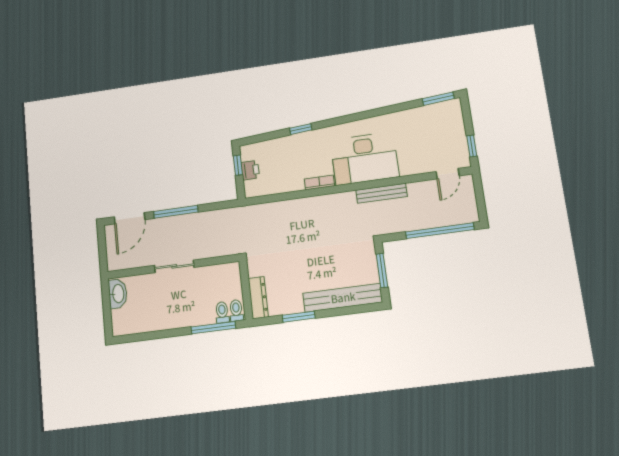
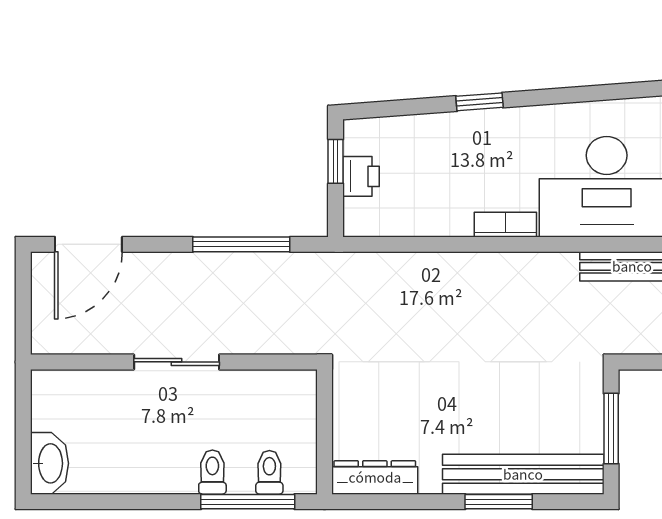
window: (176, 212) -> (241, 244), moved
washbasin: (118, 294) -> (49, 463), moved
dresser: (258, 298) -> (375, 477), moved, turned -90
toilet: (236, 310) -> (212, 472), moved
window: (299, 317) -> (499, 502), moved

